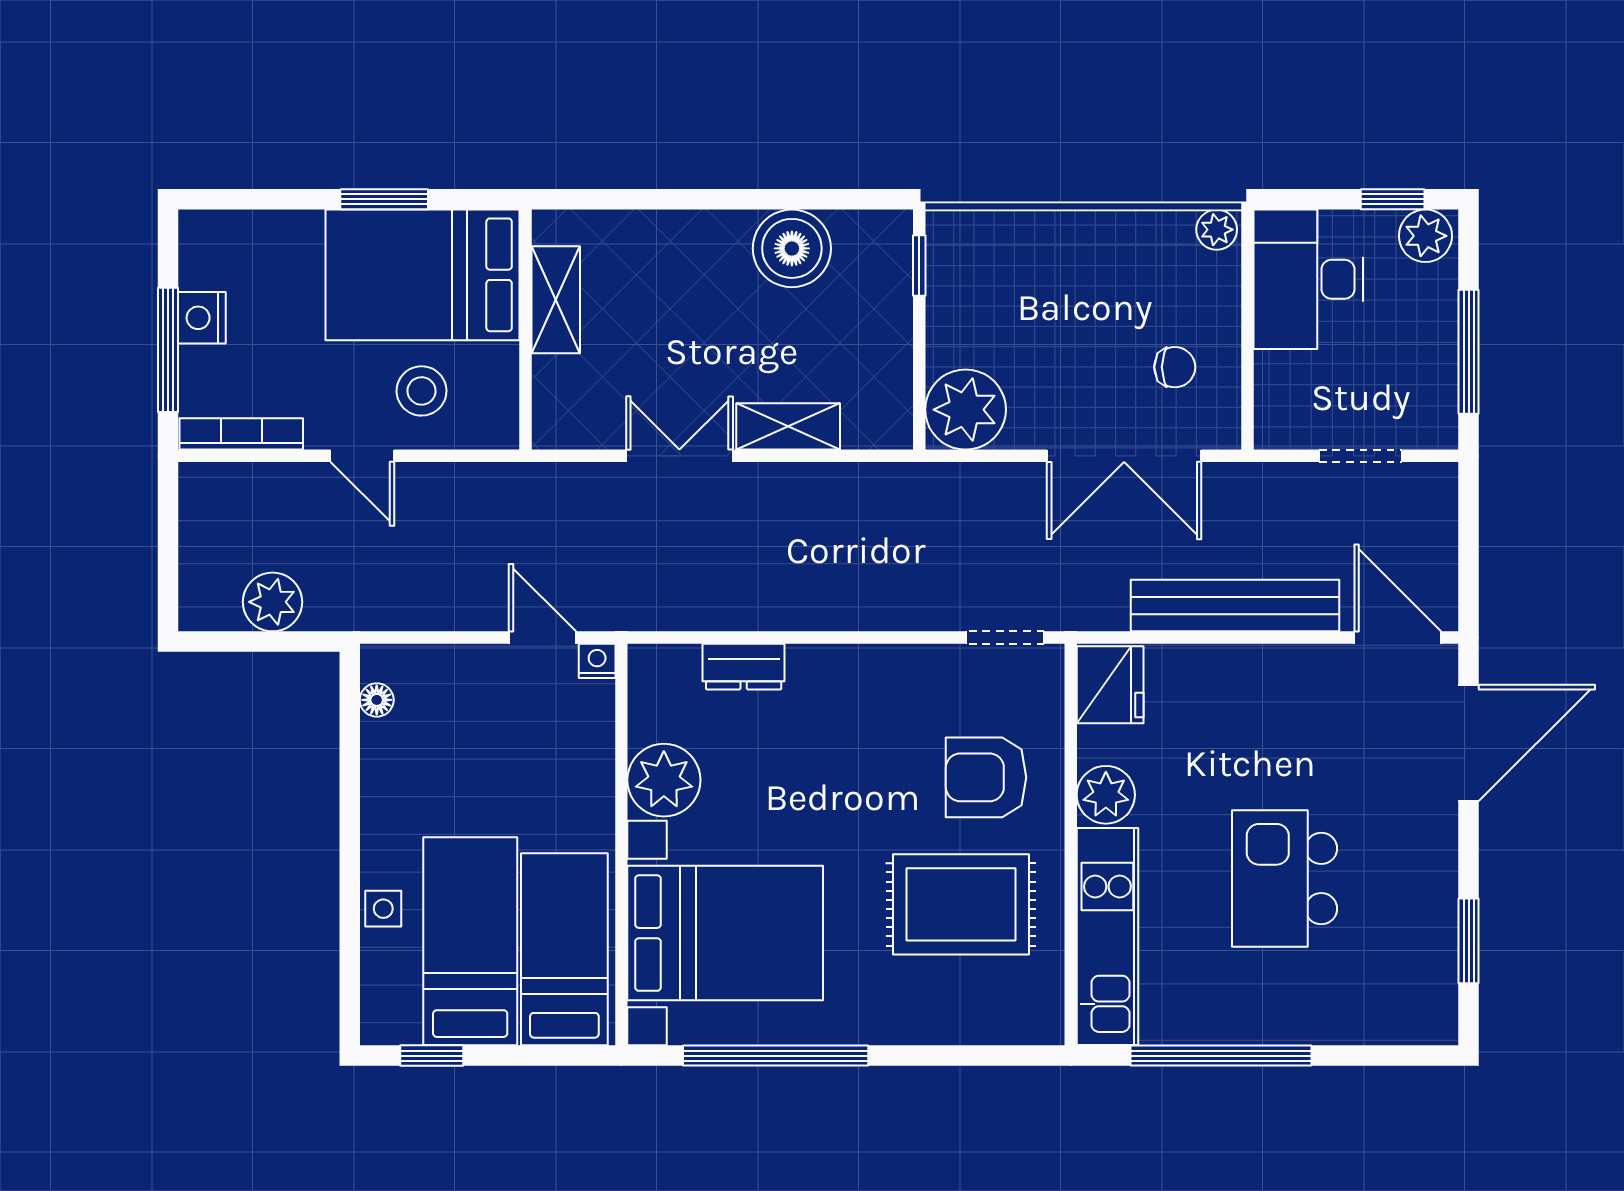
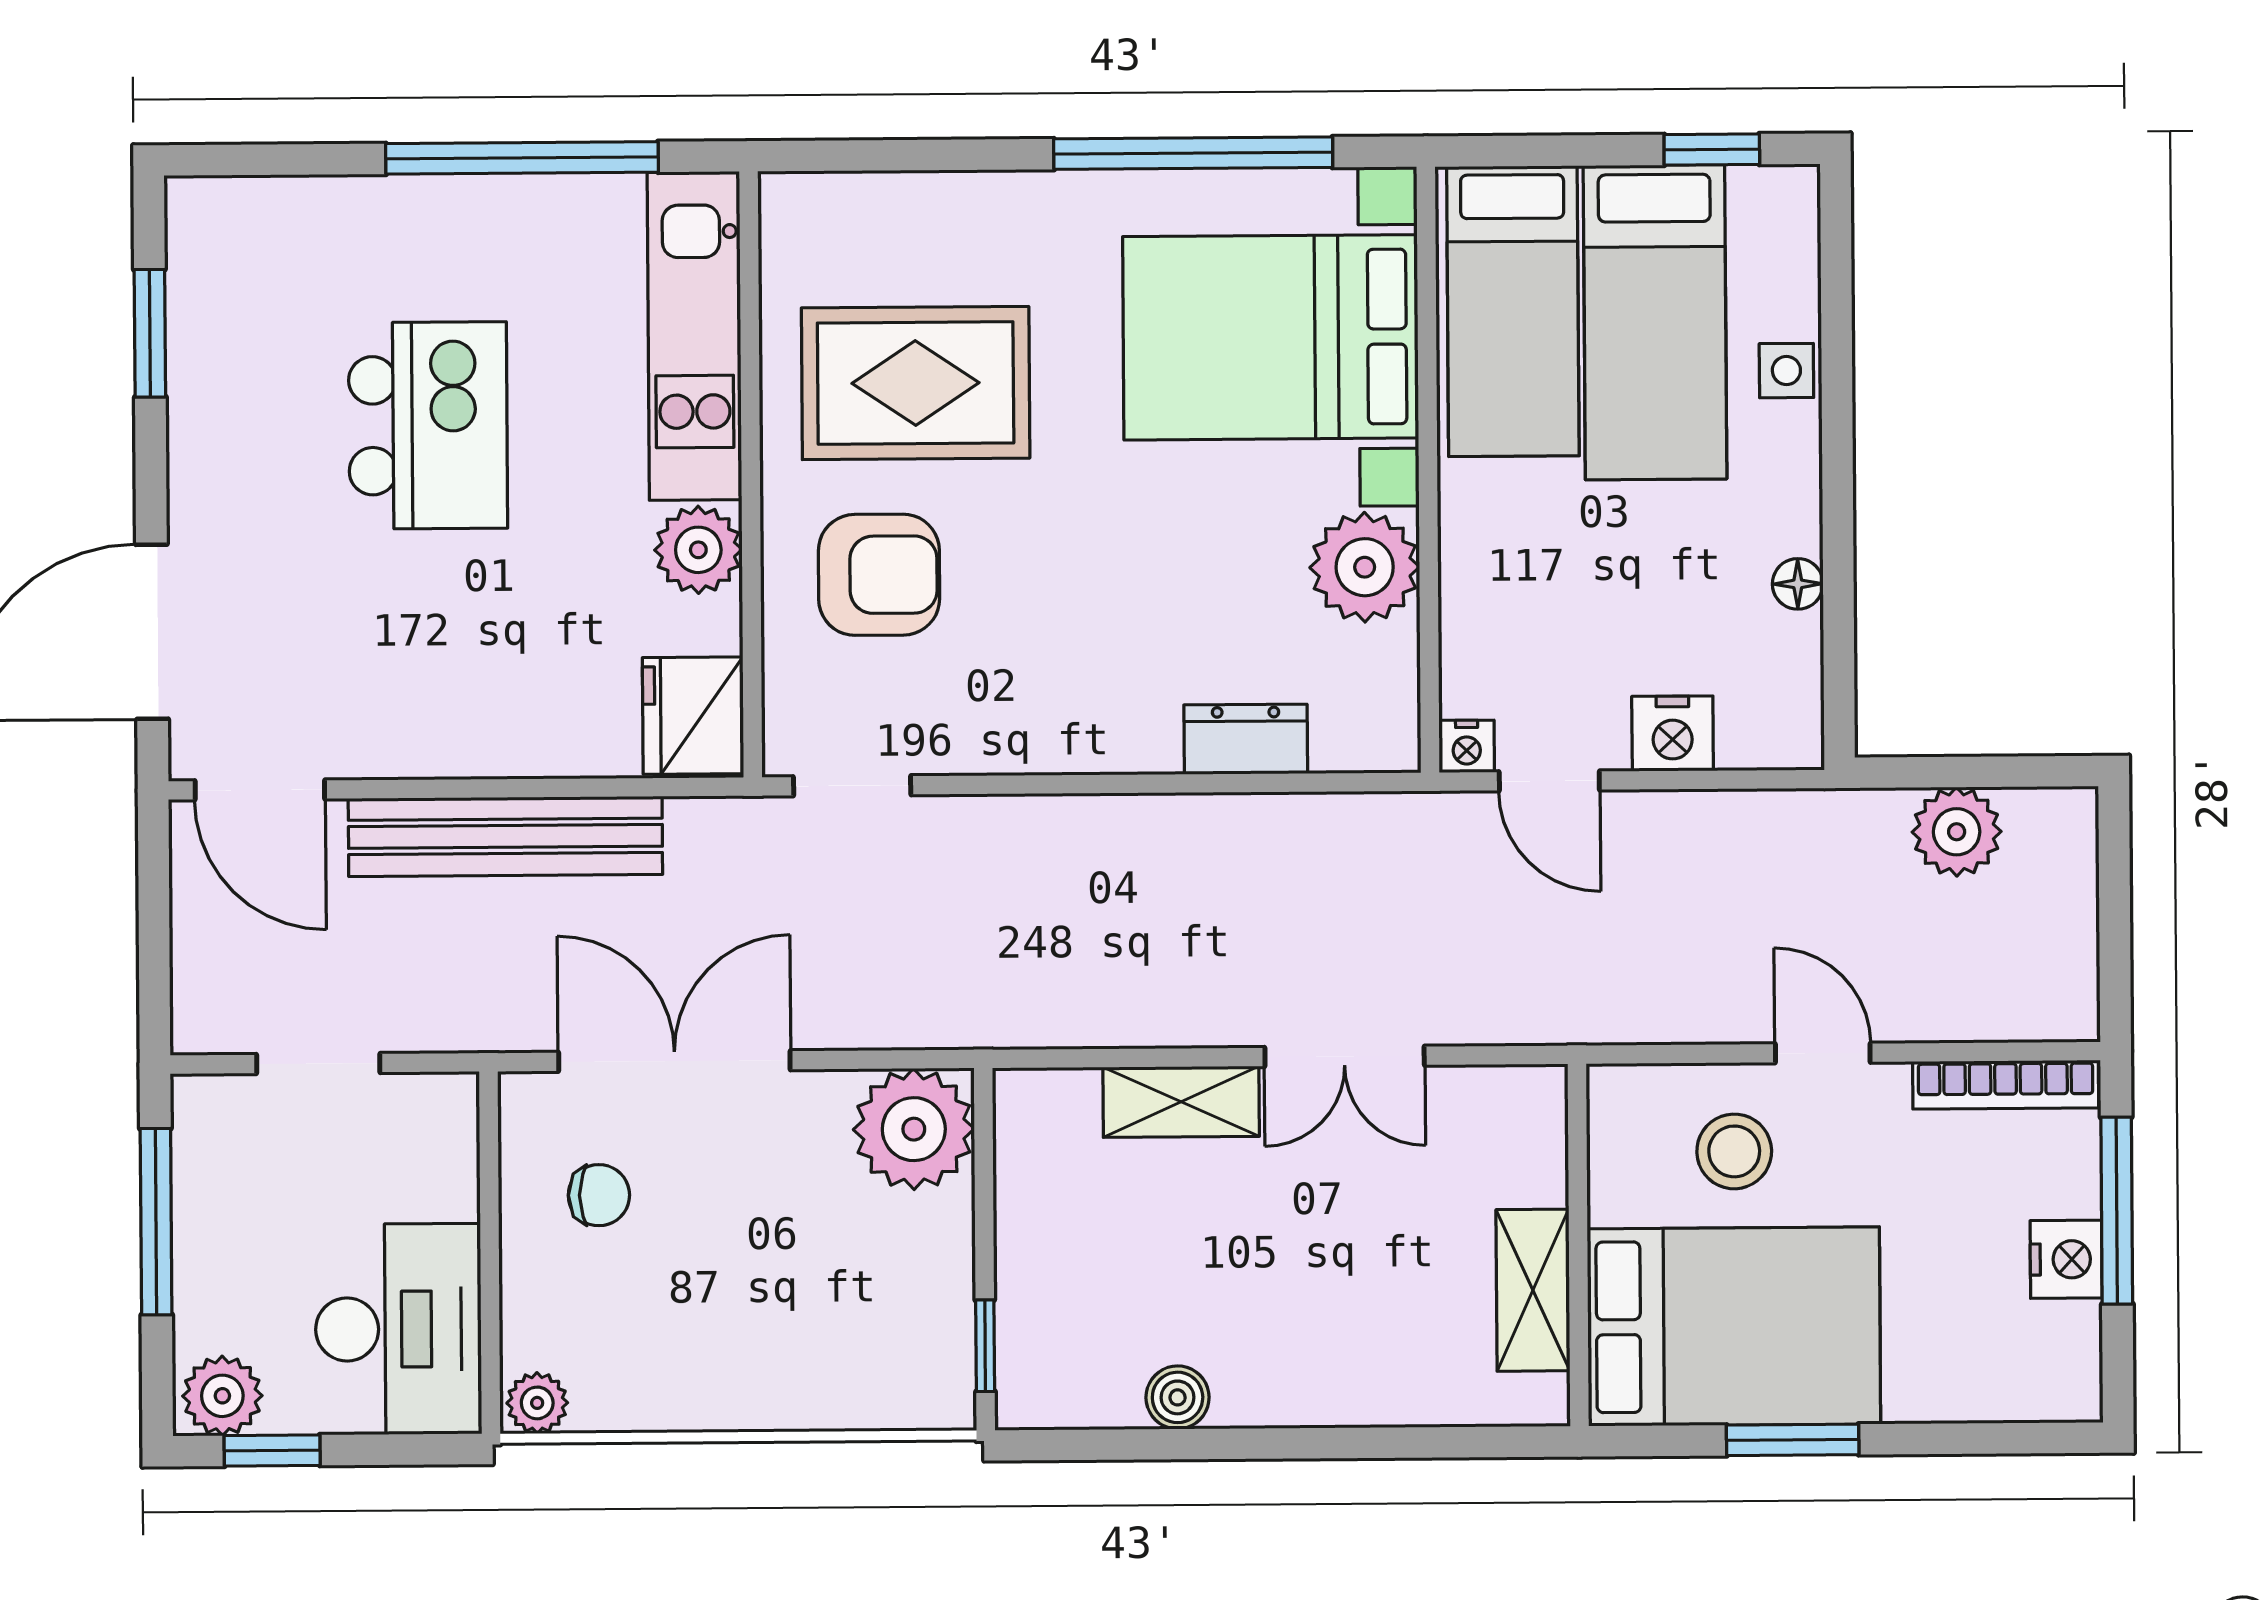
boiler: (792, 248) -> (1178, 1397), width x0.54, depth x0.54
chair: (1175, 367) -> (599, 1195), turned 180
nightstand: (460, 668) -> (1673, 734), added
floor lamp: (377, 700) -> (1798, 584), moved

